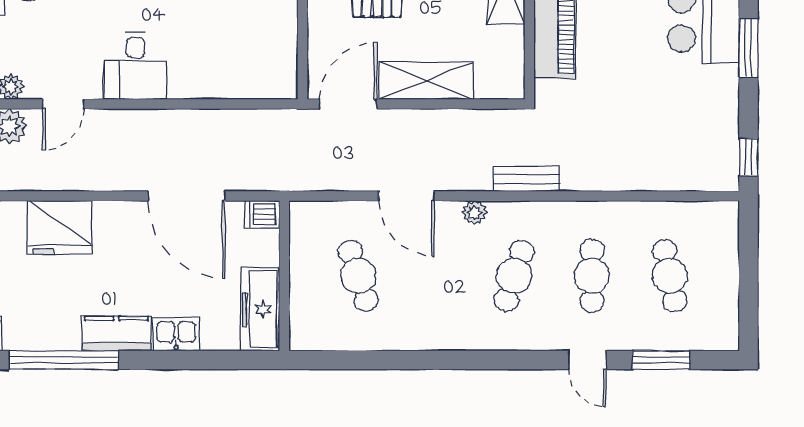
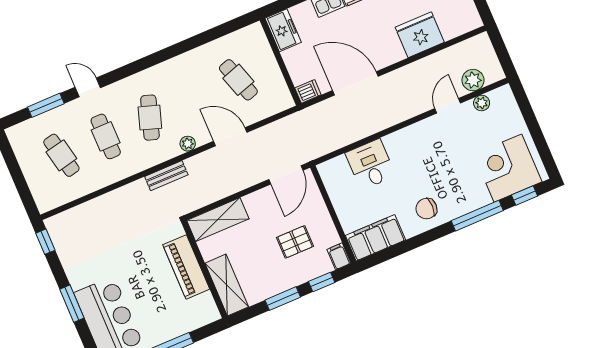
desk: (135, 66) -> (370, 164), moved
shelving: (426, 81) -> (218, 220), moved
freezer: (260, 309) -> (283, 30), width x0.71

